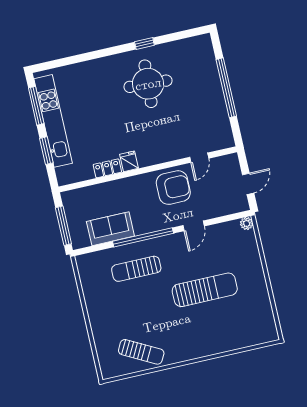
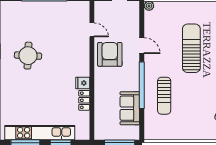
round table: (148, 84) -> (28, 56), width x0.73, depth x0.73

